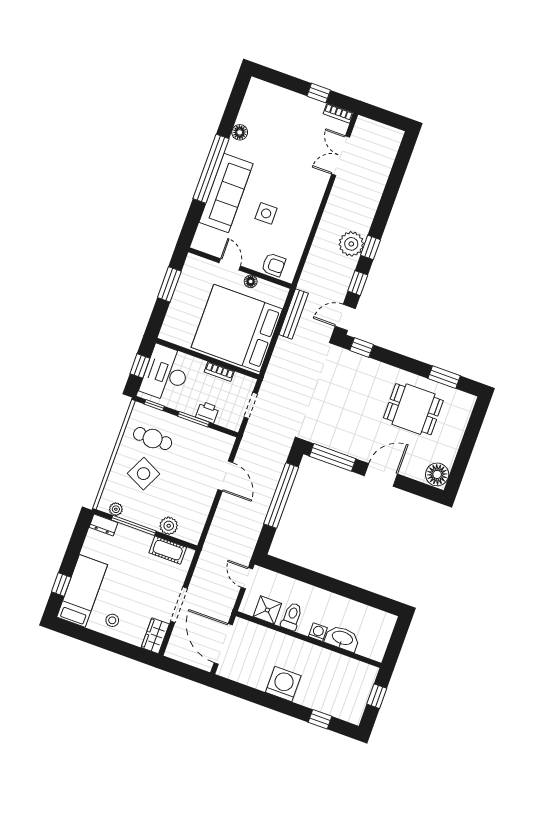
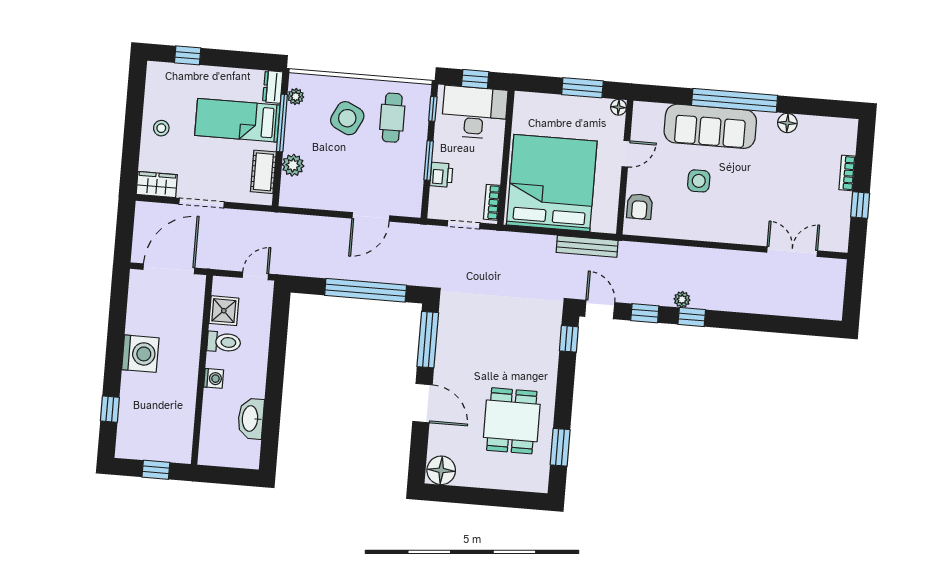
bookcase: (338, 113) -> (847, 173), moved
plant: (351, 244) -> (682, 299), width x0.53, depth x0.53
floor lamp: (251, 281) -> (619, 107), moved
bookcase: (219, 372) -> (492, 202), moved
bed: (82, 591) -> (237, 120), moved, turned 180
washbasin: (342, 638) -> (251, 419), moved, turned 180

